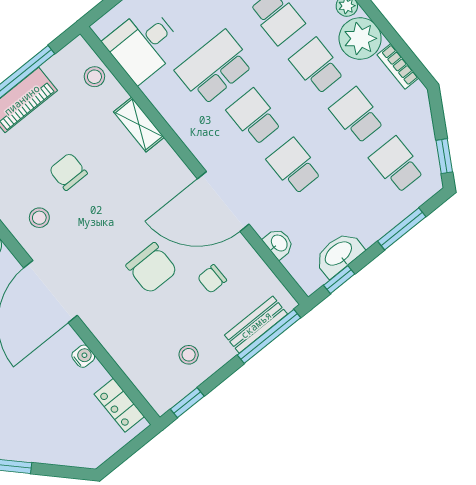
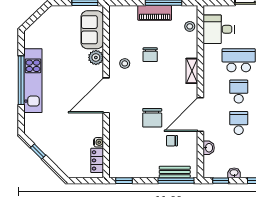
shelving: (139, 125) -> (192, 71), moved
chair: (68, 172) -> (150, 55), turned 180
door: (223, 201) -> (200, 114), hinge flipped
washbasin: (339, 254) -> (234, 173), width x0.52, depth x0.69
stool: (189, 355) -> (139, 163), removed
water cooler: (83, 356) -> (98, 142), moved

